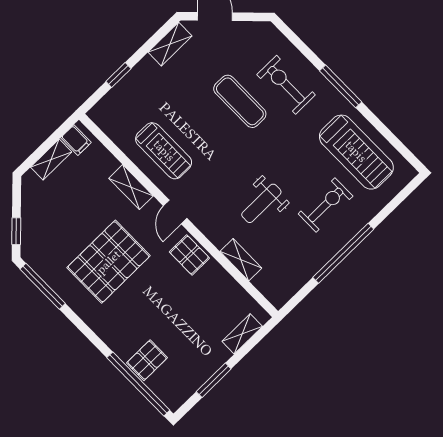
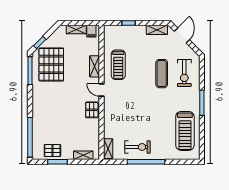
exercise bike: (286, 85) -> (184, 73), moved, turned 180
weight bench: (261, 203) -> (134, 116), removed
exercise bike: (326, 205) -> (137, 147), moved
door: (175, 212) -> (101, 90), hinge flipped
shelving: (241, 260) -> (108, 149), moved
pallet: (109, 262) -> (51, 64), moved, turned 90
pallet: (147, 360) -> (52, 151), moved

